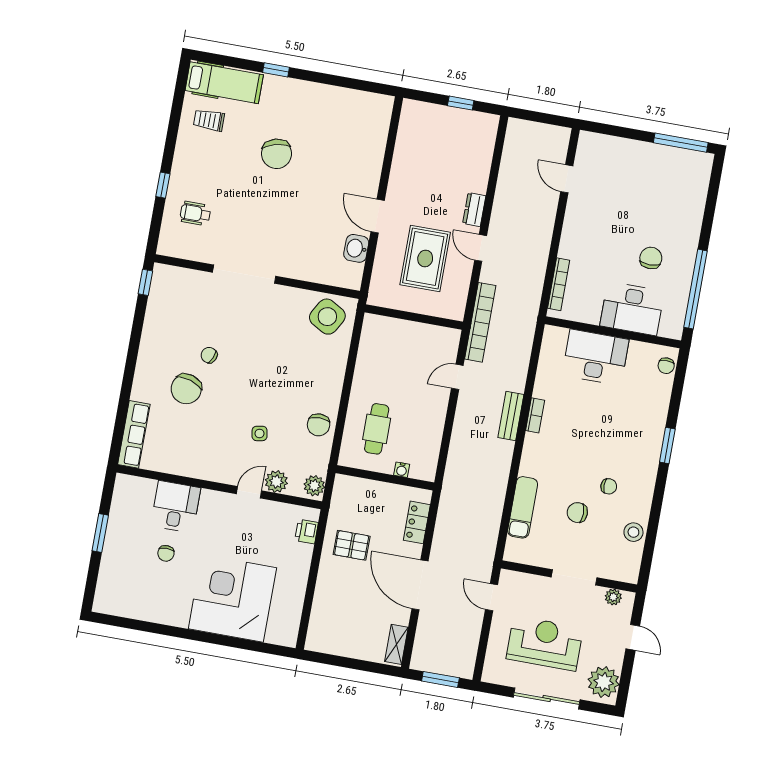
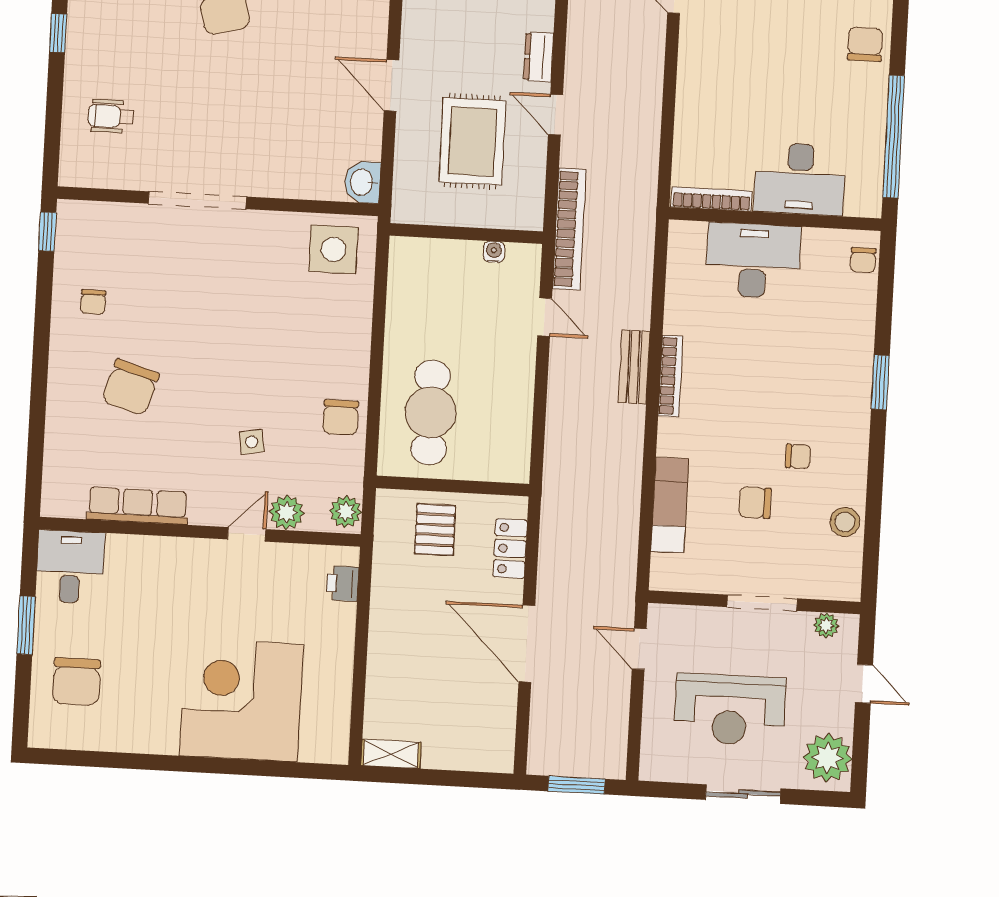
window: (163, 185) -> (58, 33), moved
washbasin: (356, 248) -> (362, 182), moved
chair: (651, 258) -> (865, 44), moved
bookcase: (559, 284) -> (712, 199), moved, turned -90
side table: (327, 317) -> (333, 249), turned -30
chair: (209, 355) -> (93, 302), moved, turned -114
door: (457, 377) -> (545, 317), swing flipped
bookcase: (535, 415) -> (671, 376), width x1.56
cafe table: (377, 429) -> (431, 412), width x1.37, depth x1.35
row of seats: (134, 434) -> (138, 506), moved, turned -90
water cooler: (402, 470) -> (494, 252), moved, turned 180
desk: (176, 507) -> (70, 567), moved
pallet: (352, 545) -> (435, 530), moved, turned 90
chair: (166, 553) -> (76, 682), moved, width x1.87, depth x1.87
reception desk: (545, 643) -> (730, 710), turned 180
shelving: (396, 644) -> (391, 754), moved, turned 90
sliding door: (547, 699) -> (743, 794), width x0.73

